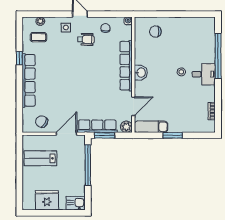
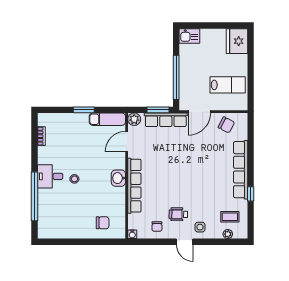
fridge: (47, 200) -> (237, 41), moved, turned 90

